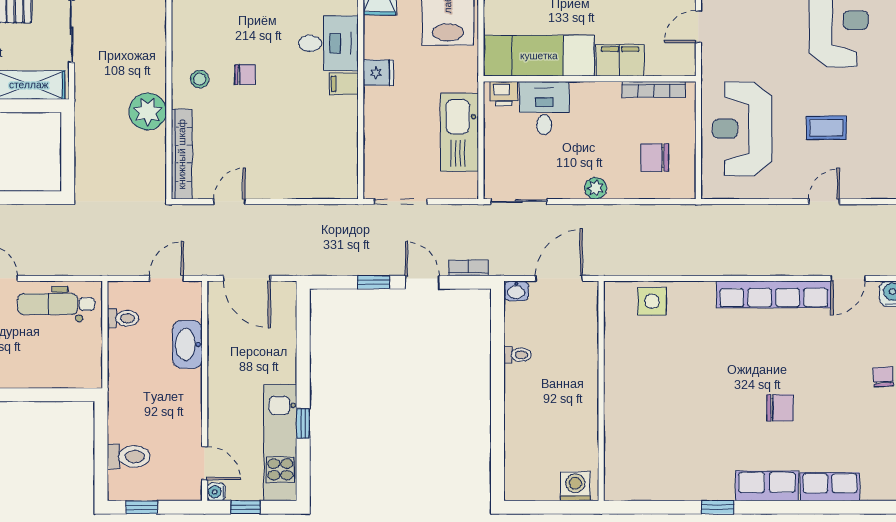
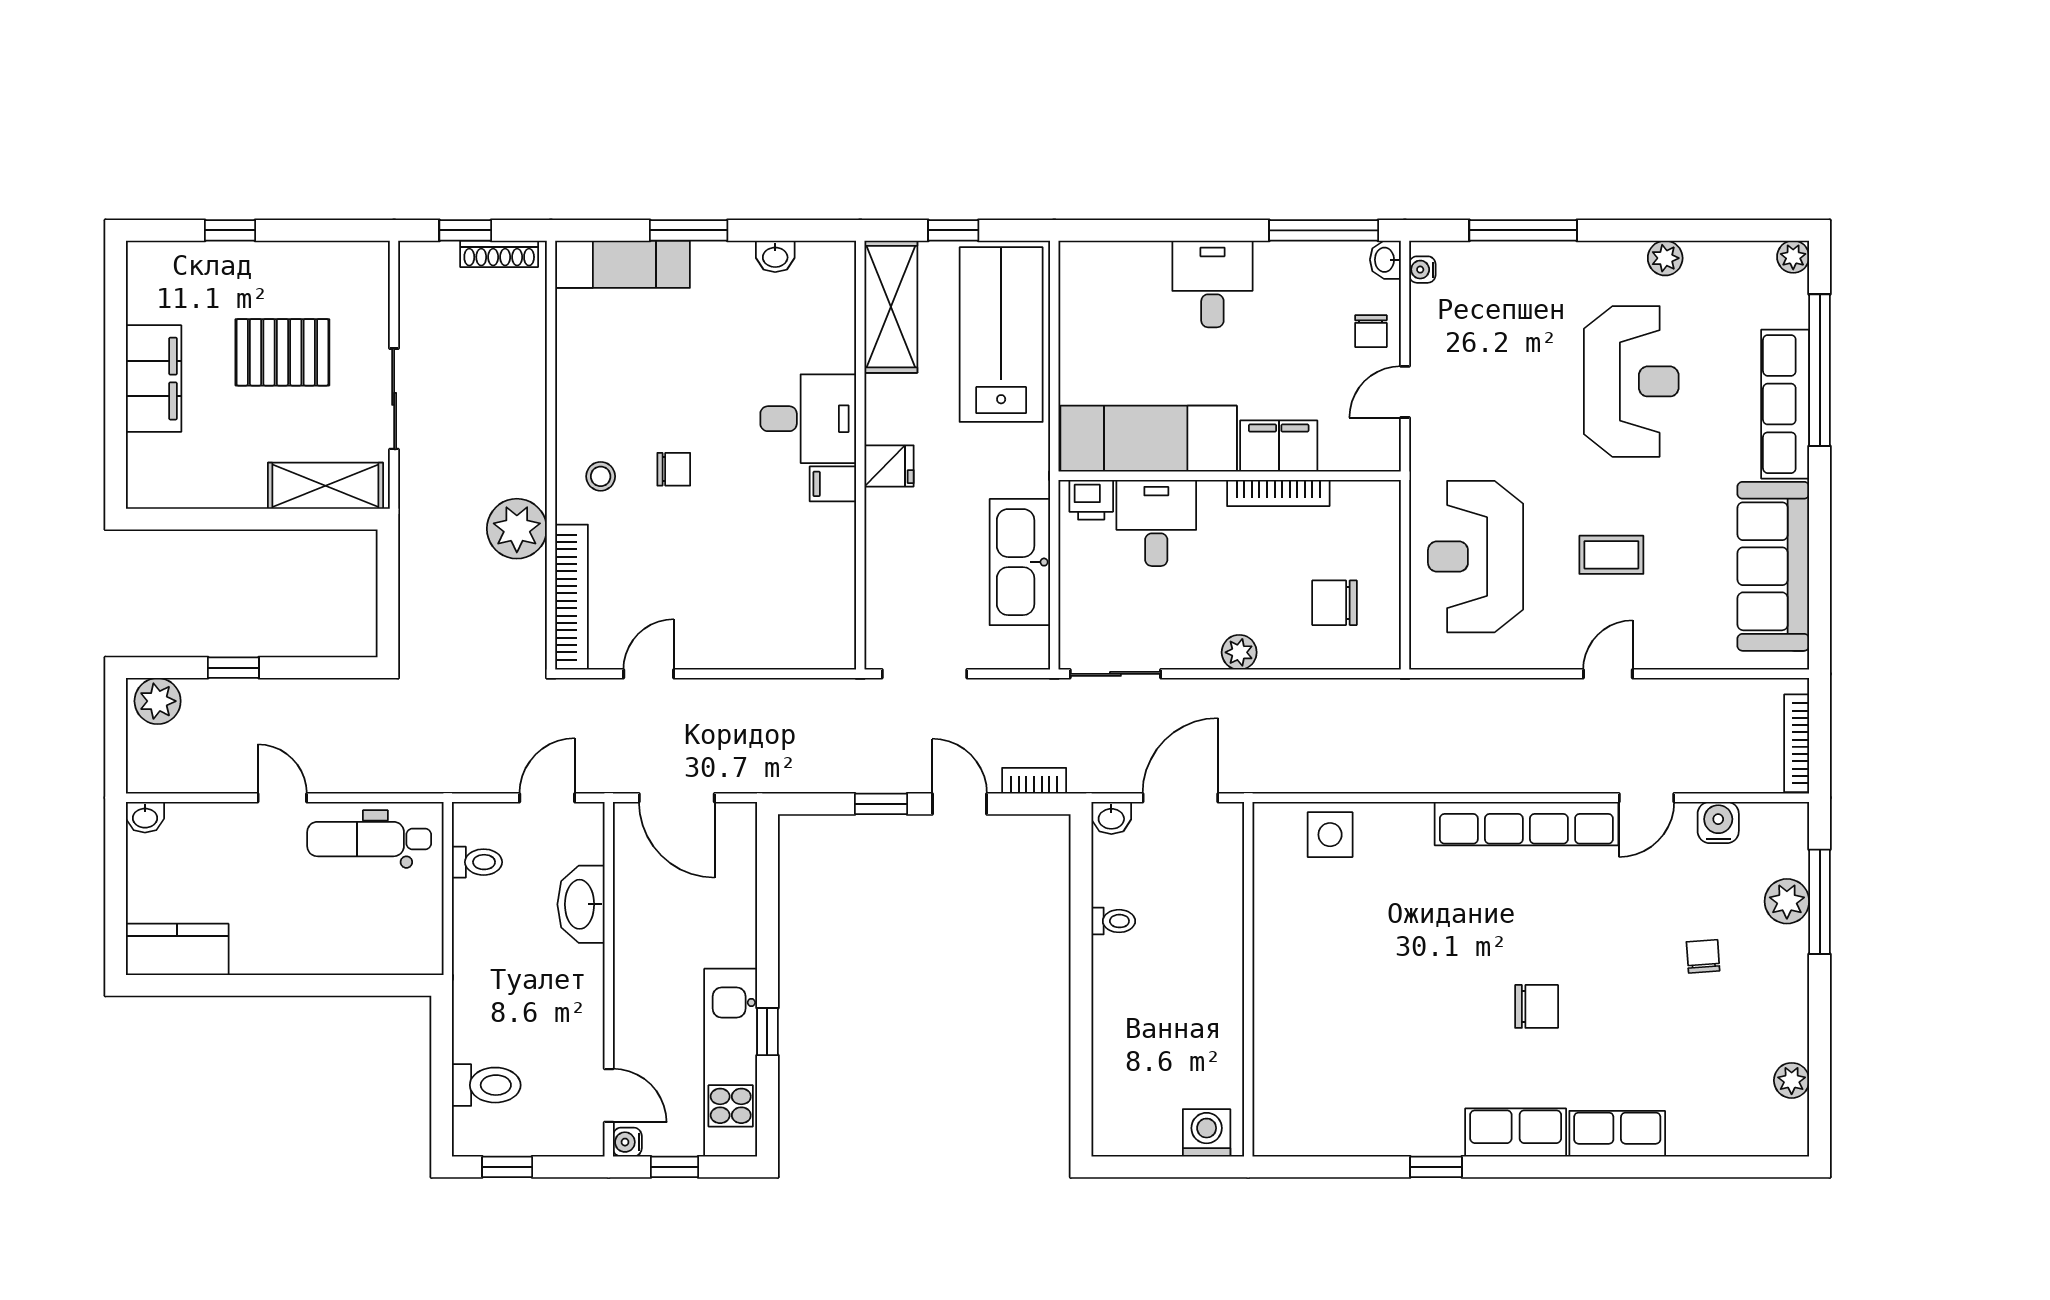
bookcase: (654, 89) -> (1278, 493), moved

